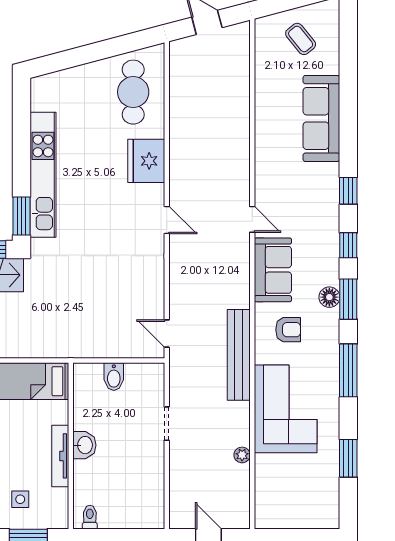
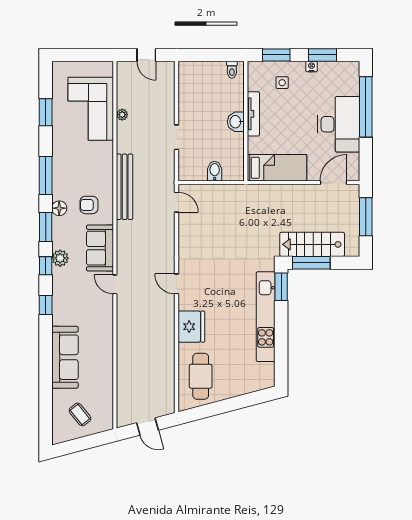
plant: (328, 256) -> (60, 258), added
floor lamp: (329, 297) -> (59, 208), moved
corner sofa: (286, 409) -> (91, 109), moved

